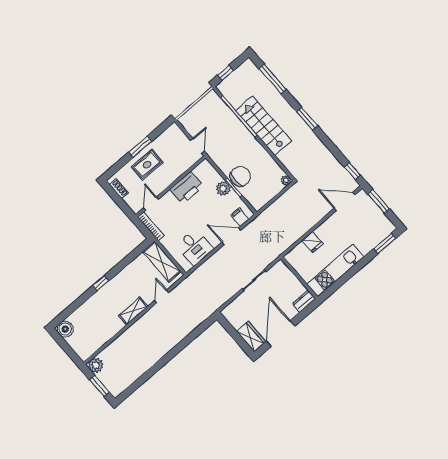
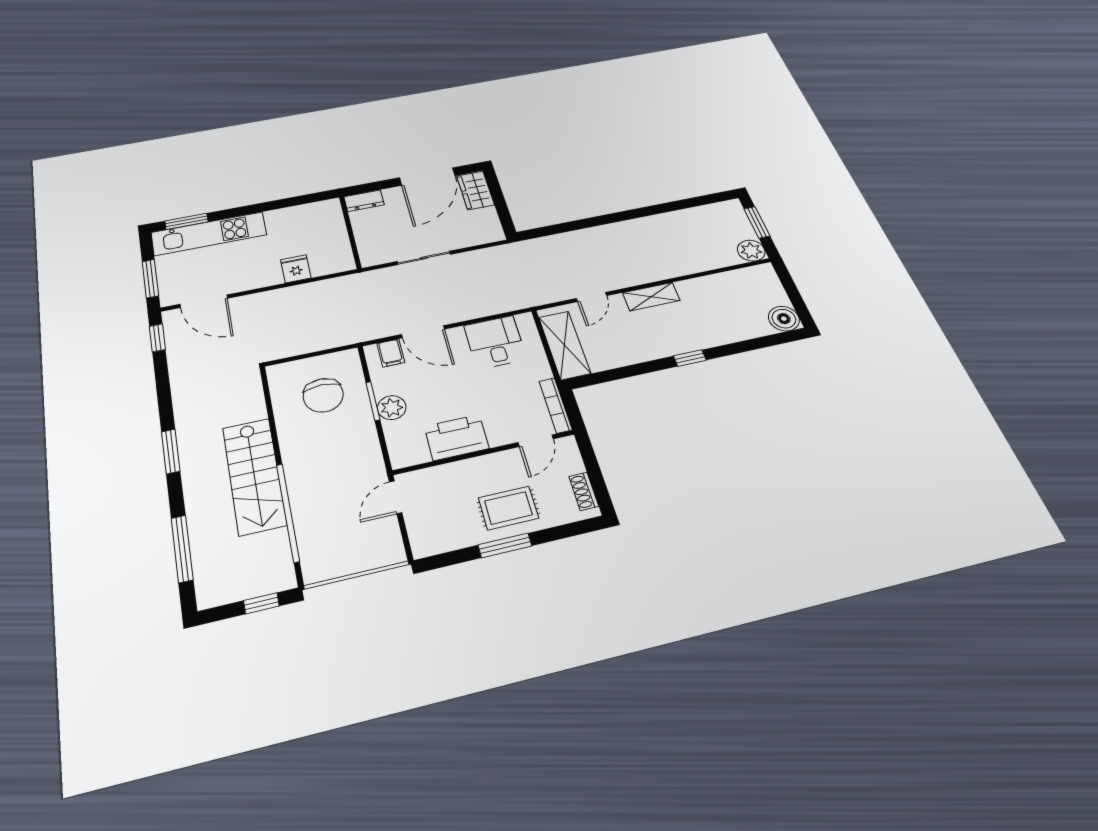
chair: (240, 176) -> (323, 395), moved, turned -90
plant: (286, 180) -> (276, 373), removed
kitchen unit: (335, 270) -> (209, 234), moved

